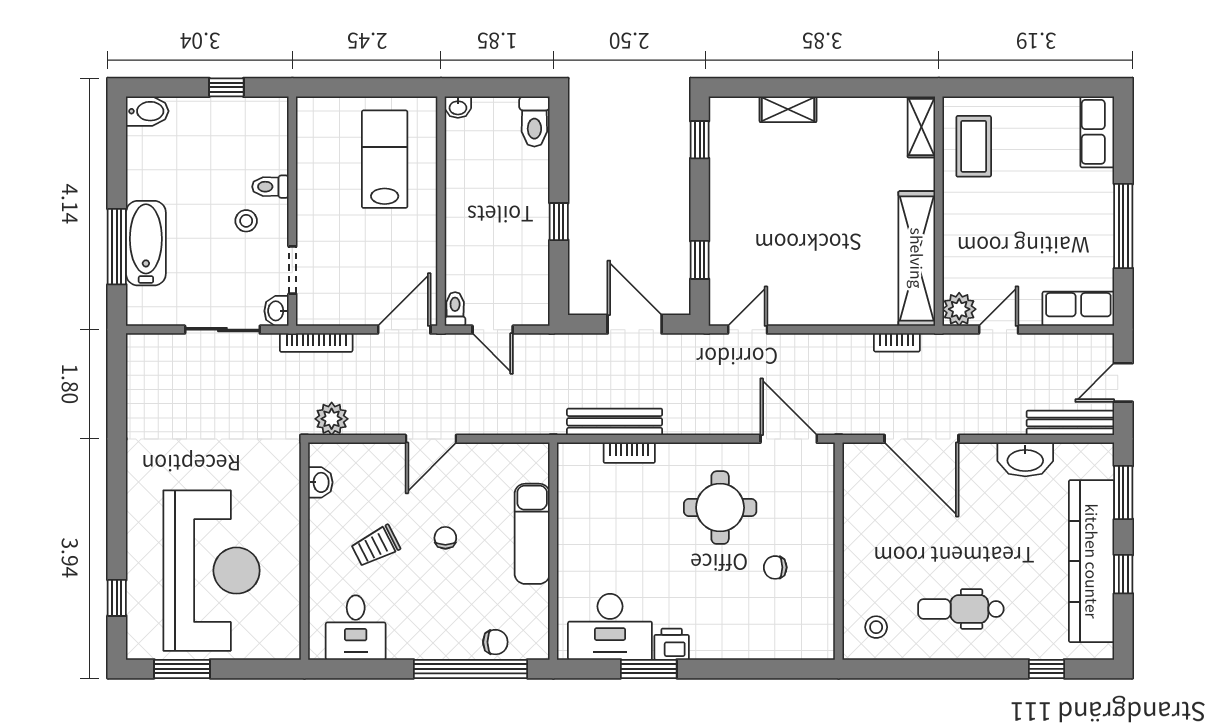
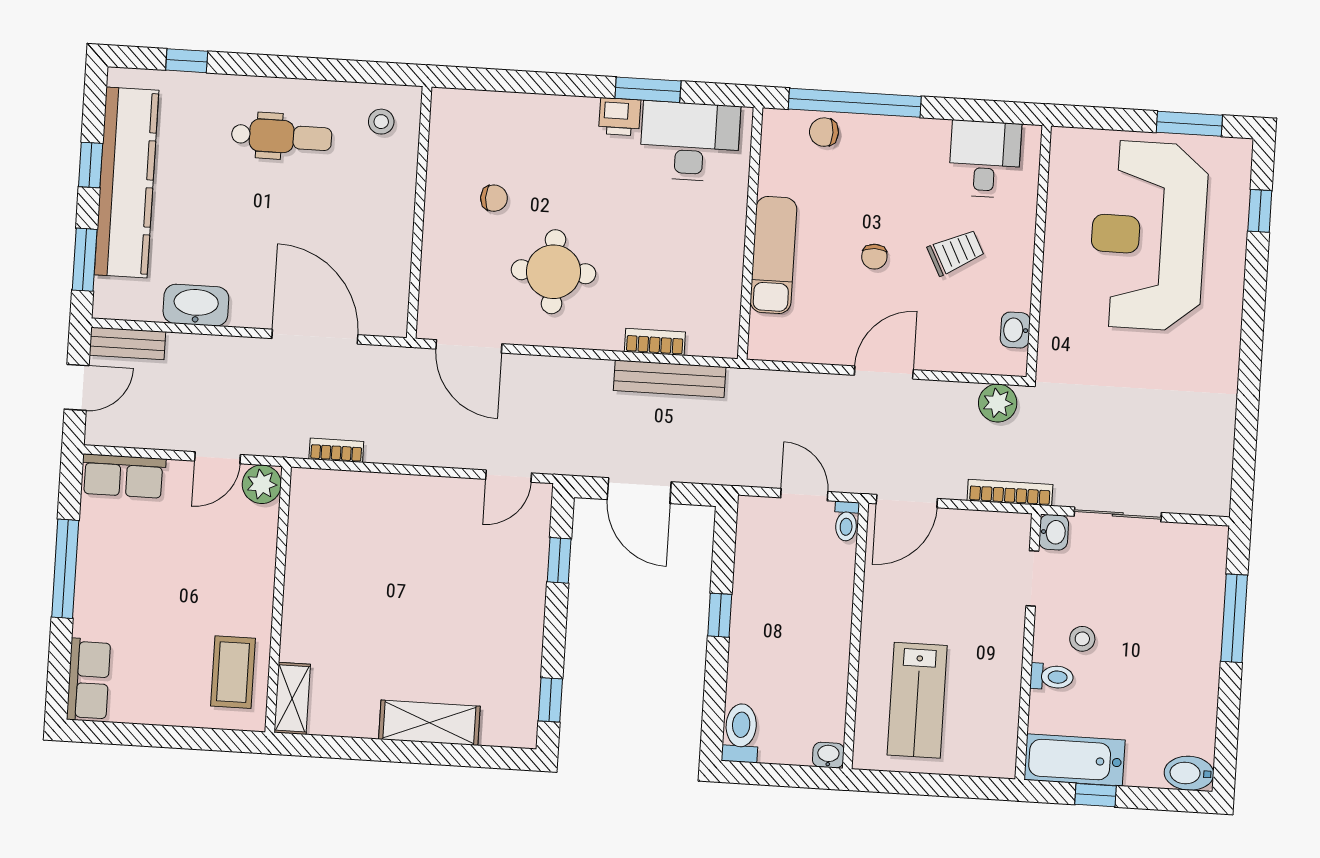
shelving: (788, 109) -> (429, 723), width x1.50, depth x1.33
bathtub: (146, 243) -> (1074, 760), moved, turned 90
shelving: (917, 258) -> (307, 546), removed
bench: (1070, 423) -> (127, 343), width x0.73

